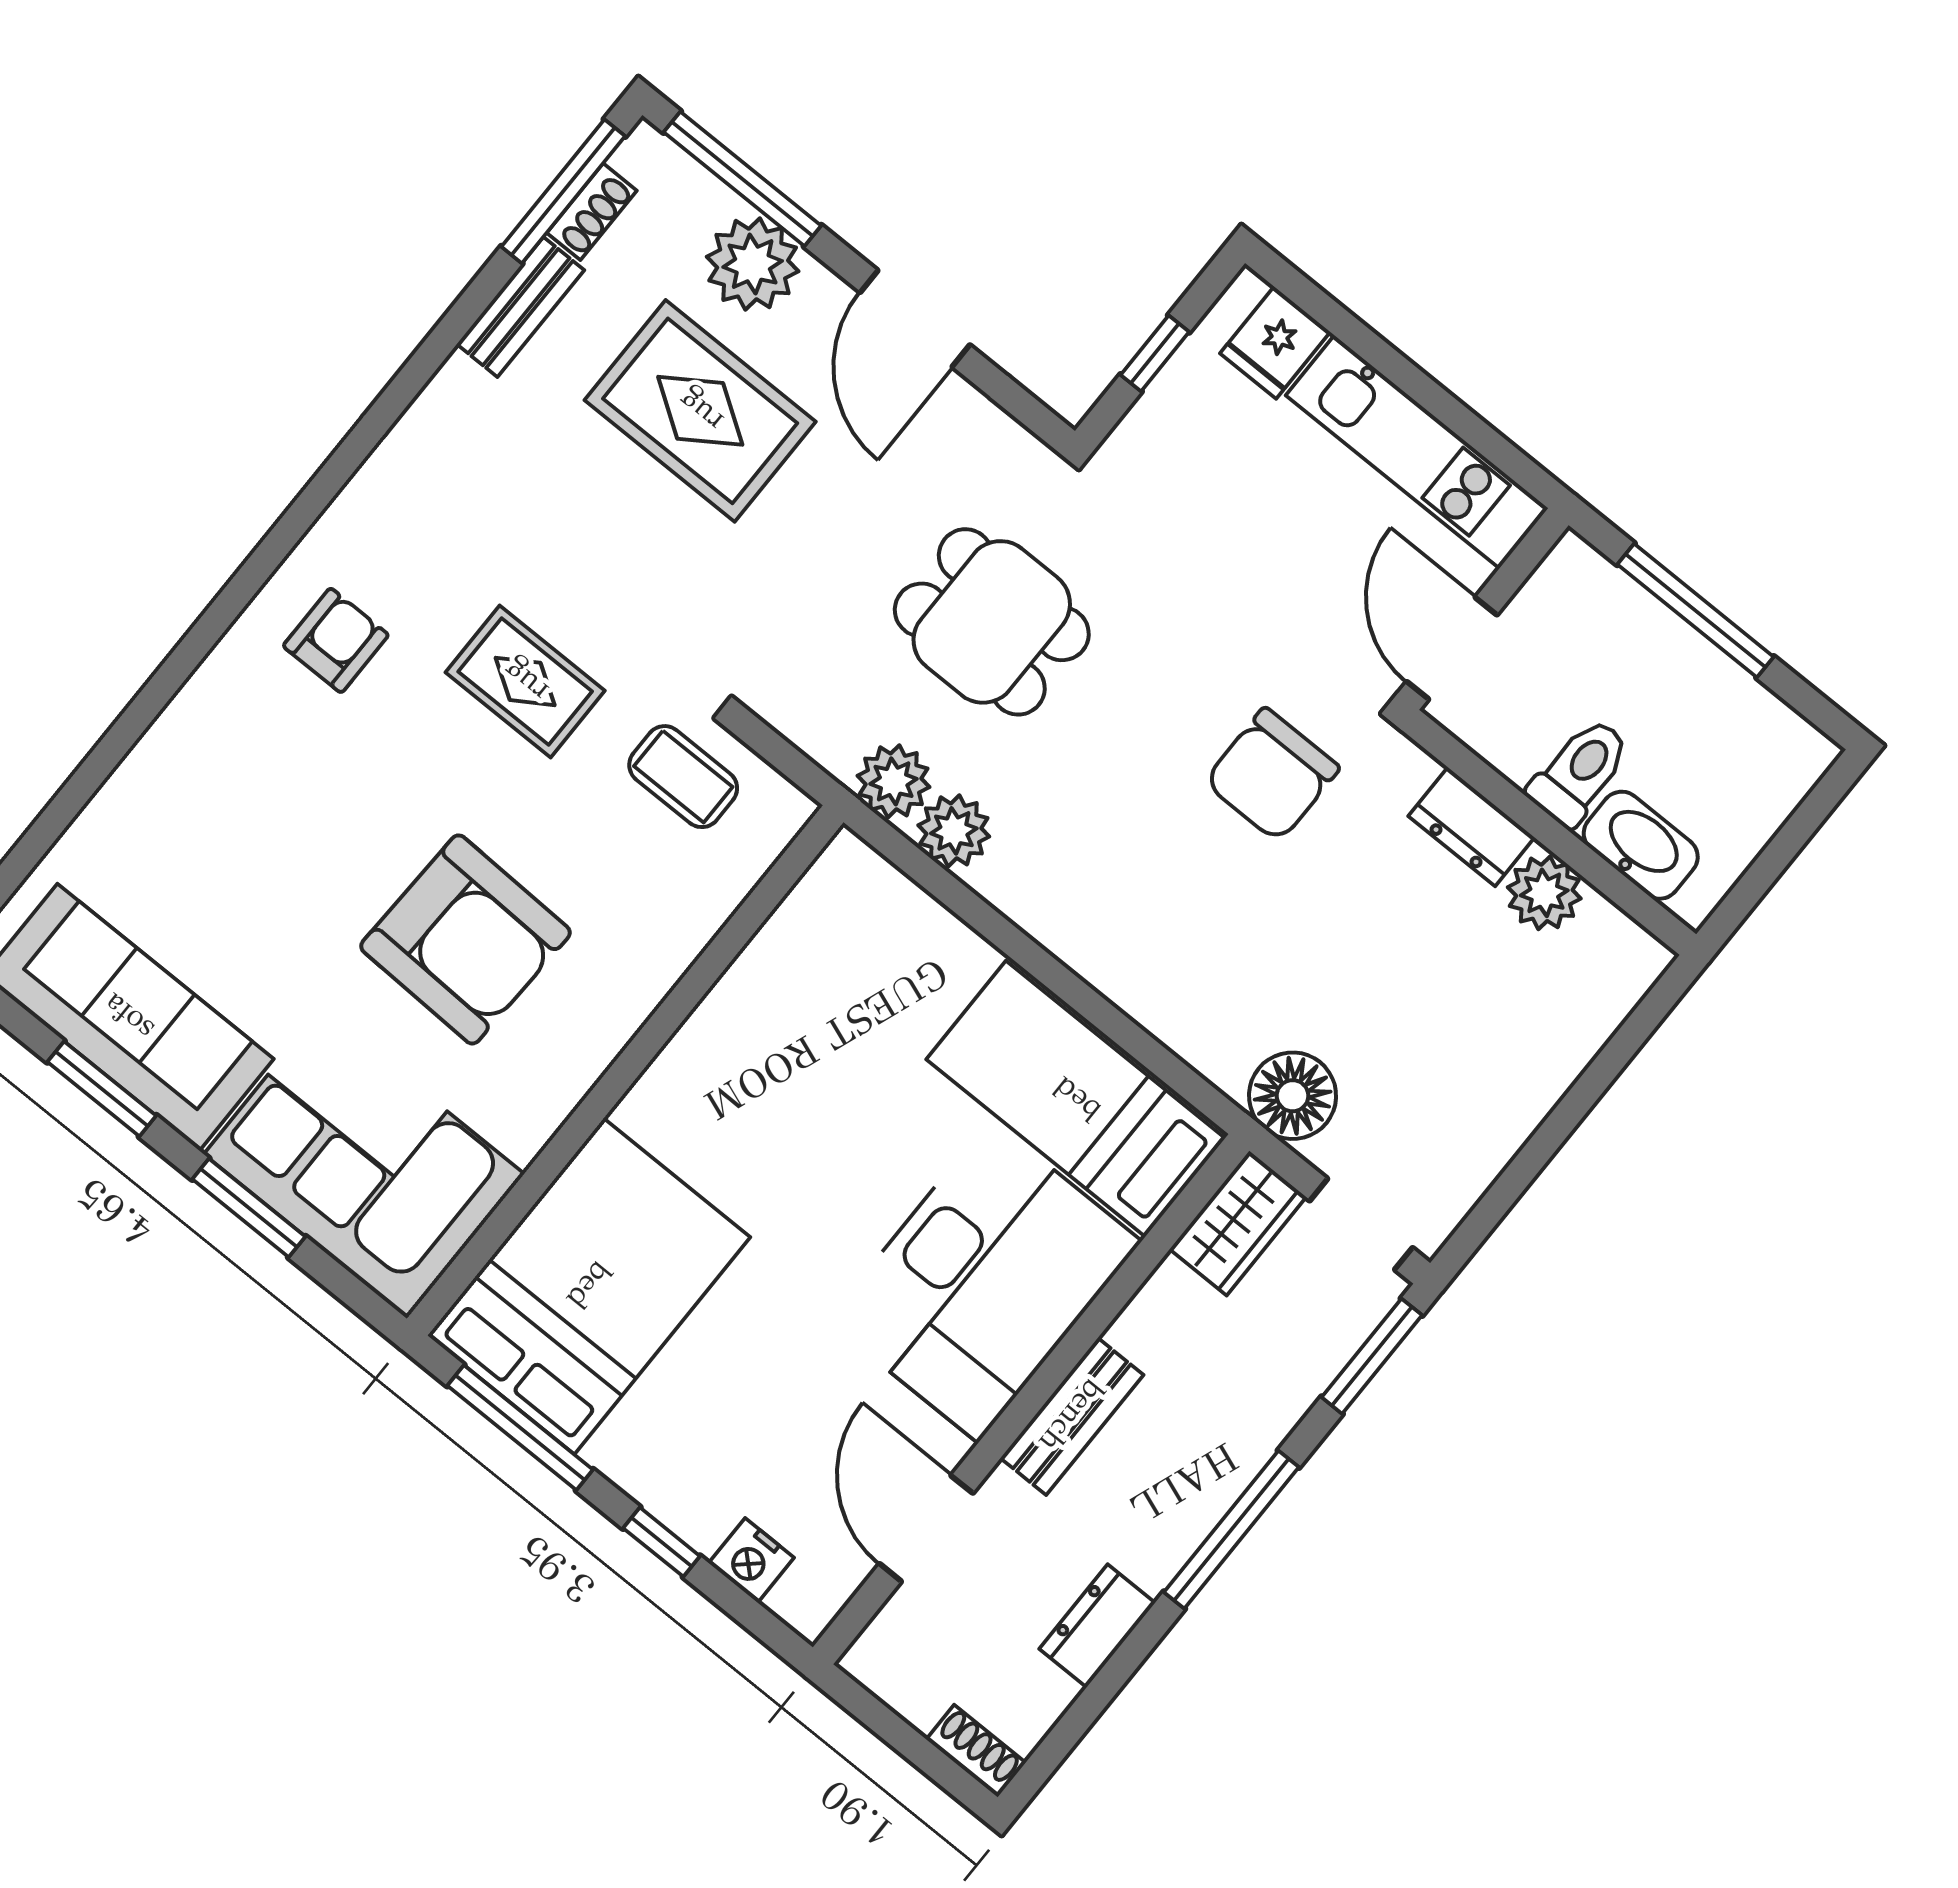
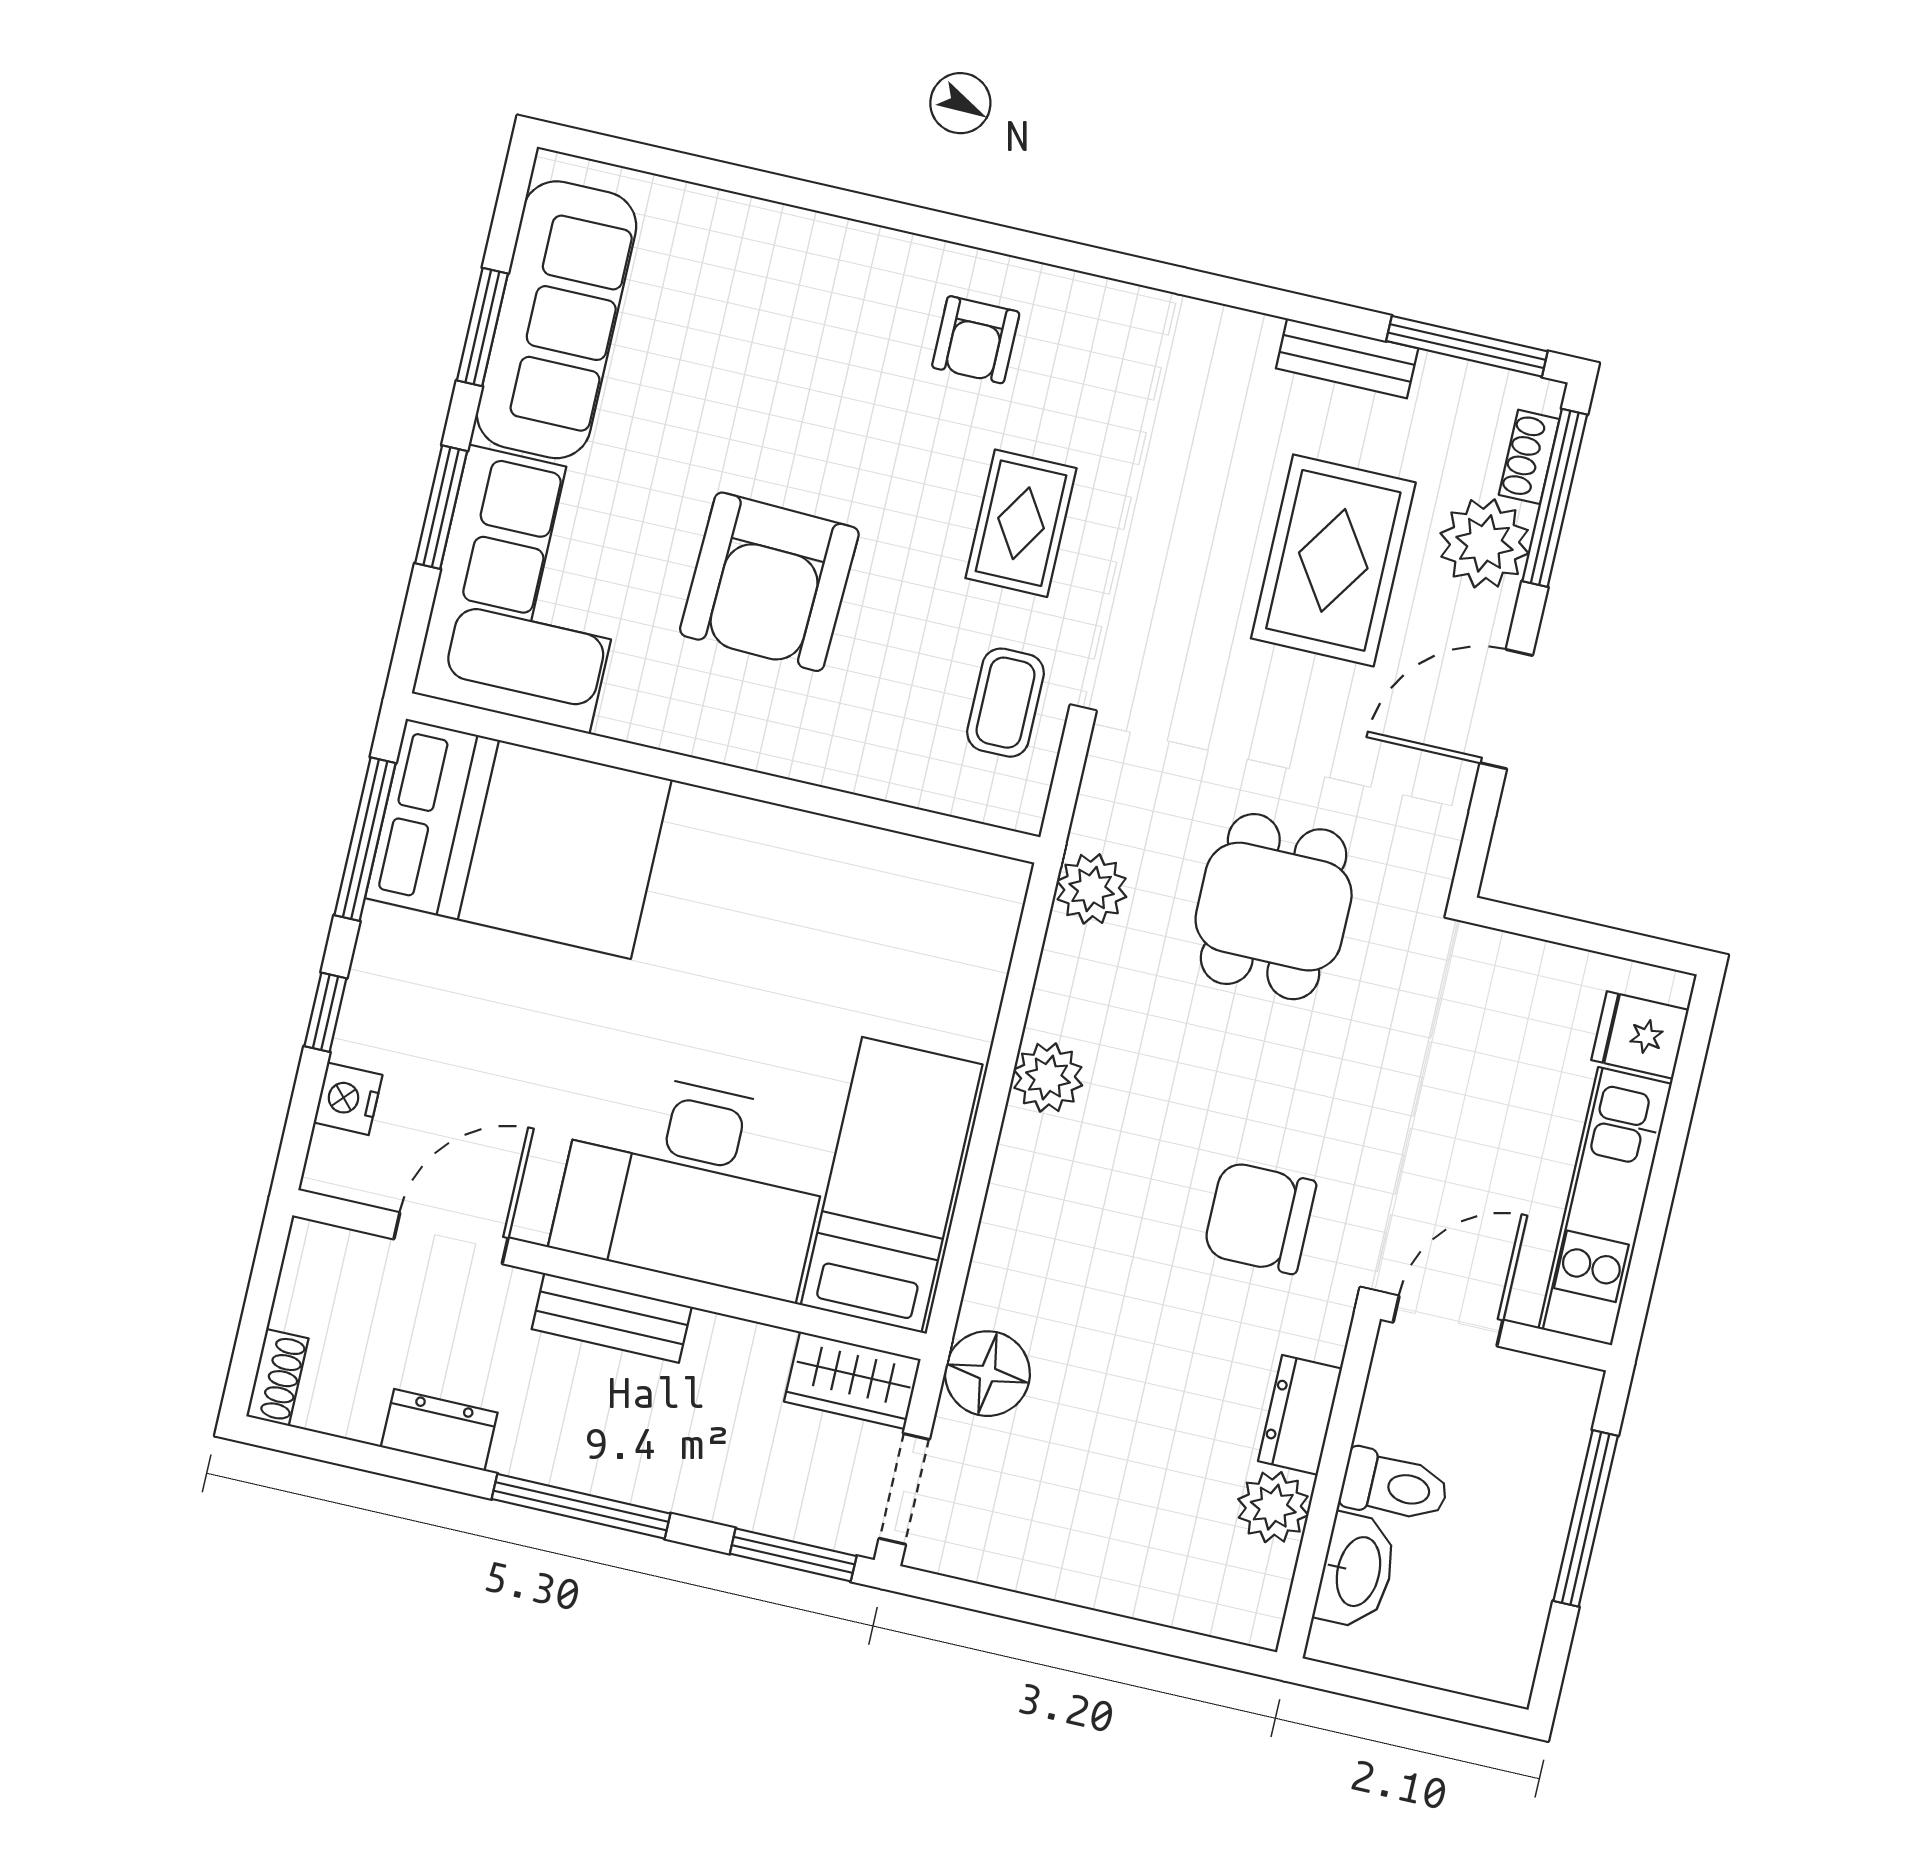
shoe rack: (592, 212) -> (1529, 457), moved, turned 90
window: (1155, 353) -> (1579, 934), removed
armchair: (336, 640) -> (976, 340), turned 90
plant: (954, 831) -> (1048, 1078), moved

